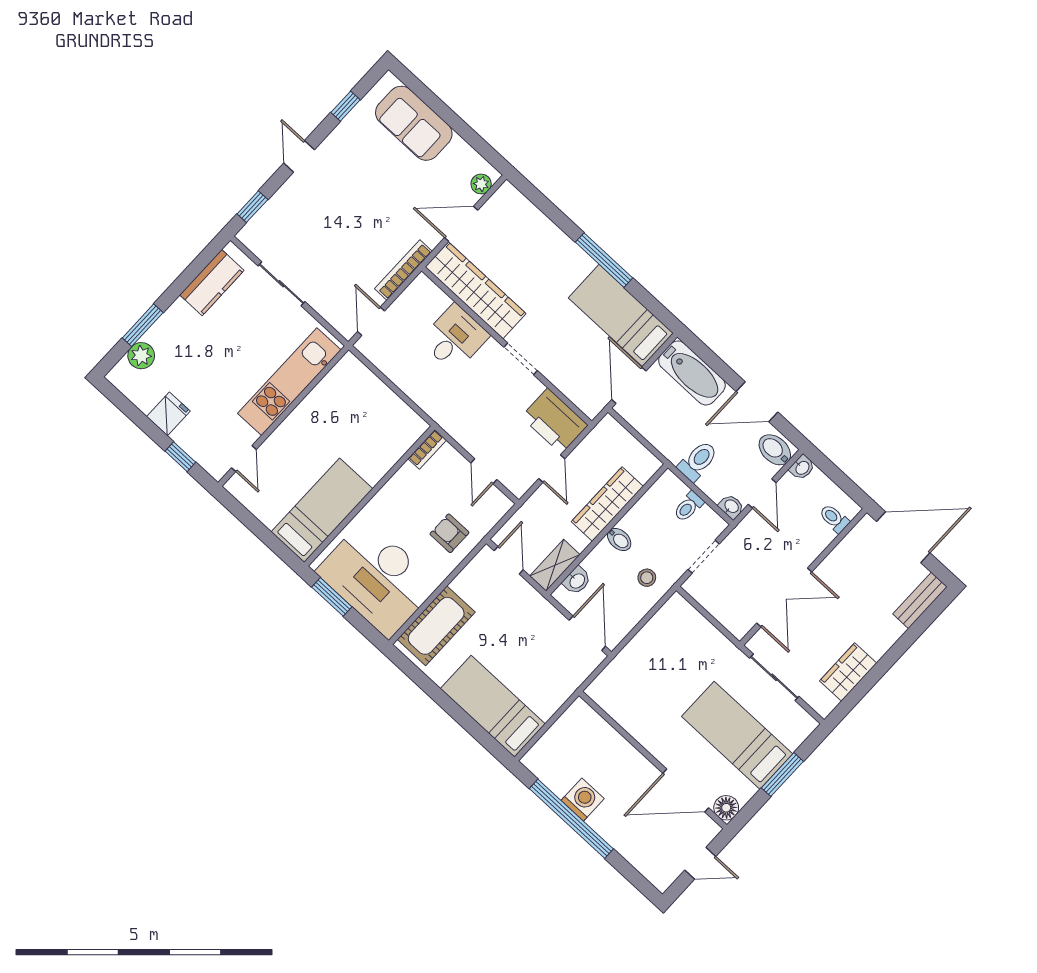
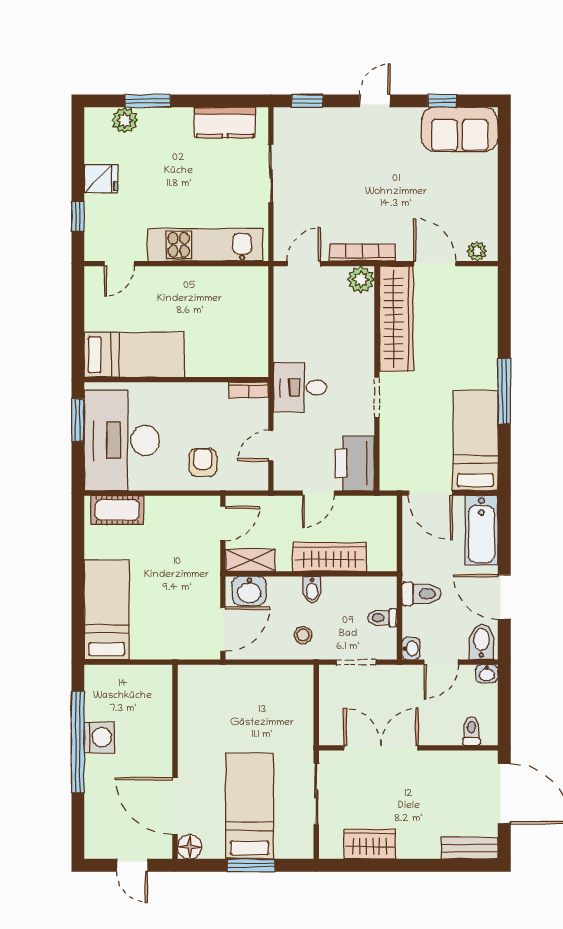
sofa: (414, 123) -> (460, 129), moved, turned -90
plant: (422, 290) -> (361, 280), added
desk: (455, 338) -> (300, 387), moved, turned 180
door: (629, 385) -> (430, 493), swing flipped
washbasin: (577, 581) -> (249, 591), width x1.38, depth x1.45
double door: (784, 597) -> (381, 748), swing flipped
cot: (436, 626) -> (117, 510), width x0.73, depth x0.75

